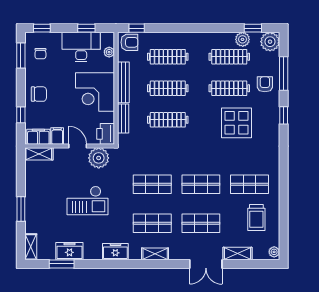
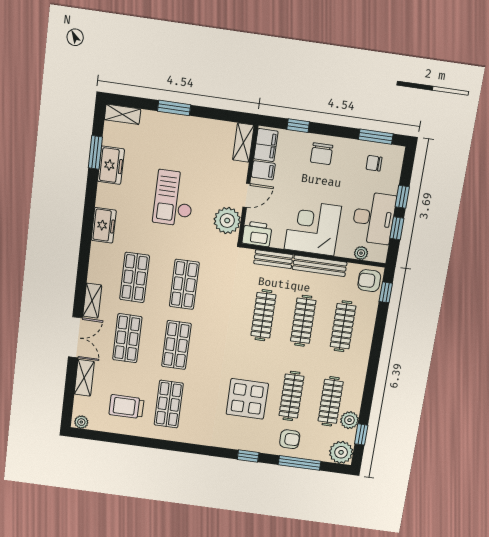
window: (42, 28) -> (402, 197), moved
armchair: (129, 42) -> (369, 281), turned 90
shelving: (155, 254) -> (92, 301), moved
double door: (206, 264) -> (75, 337), swing flipped

